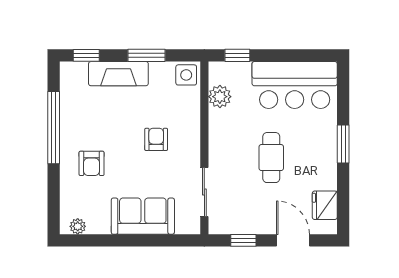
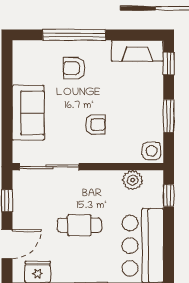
fireplace: (118, 74) -> (137, 51), moved, turned -90
window: (54, 128) -> (74, 35), moved
sliding door: (204, 192) -> (49, 167), width x1.37
plant: (78, 226) -> (19, 56), removed

